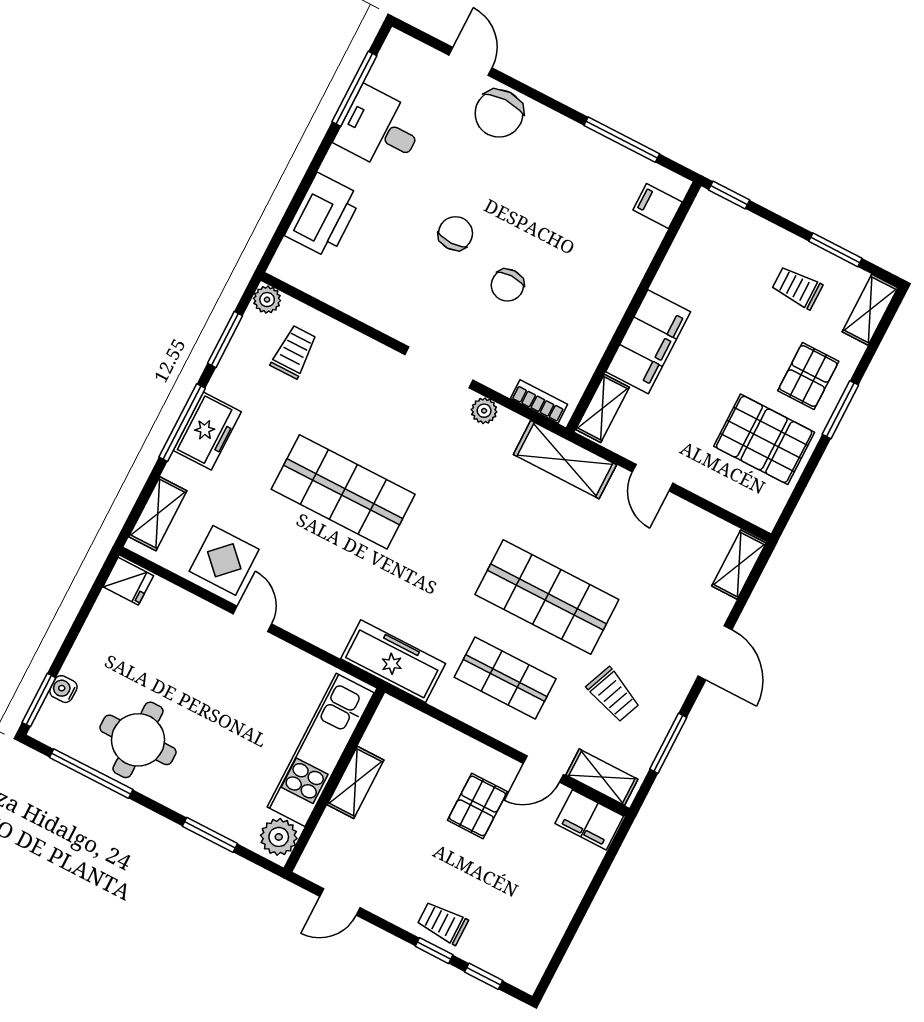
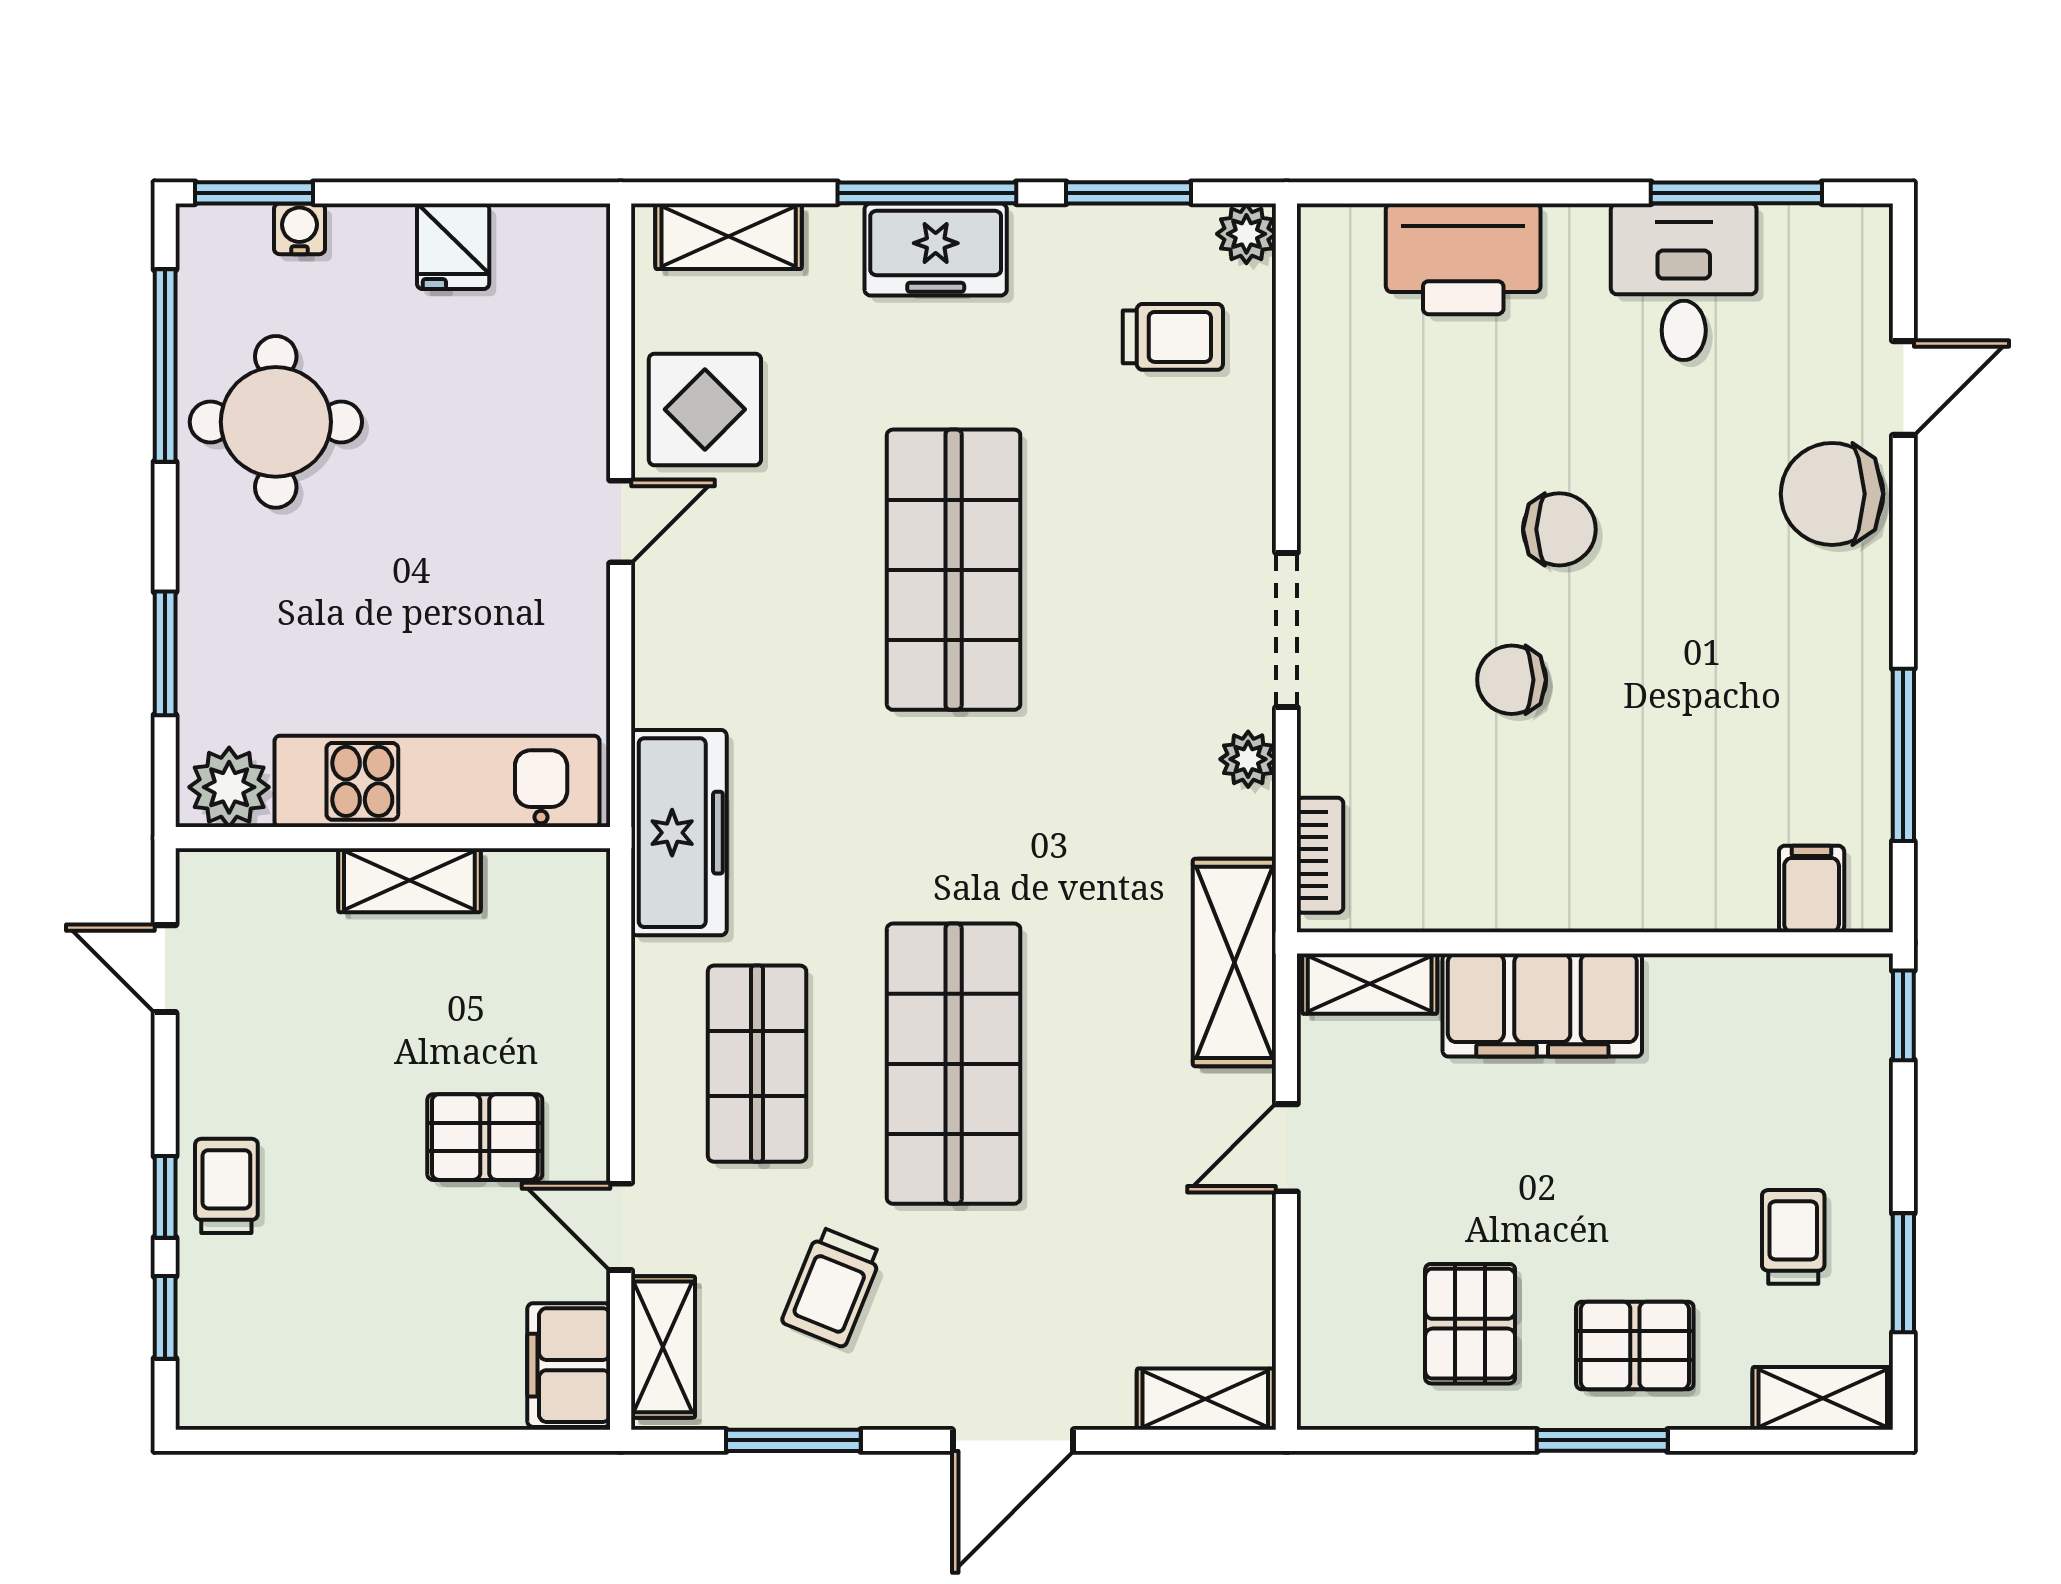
pallet: (764, 439) -> (1470, 1324), width x0.67, depth x0.71
fridge: (128, 581) -> (453, 246), moved

